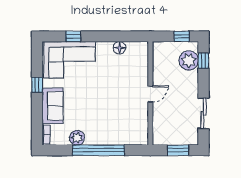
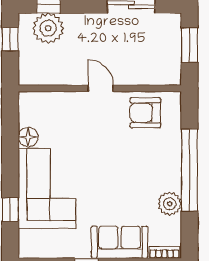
corner sofa: (70, 60) -> (47, 189), moved
armchair: (135, 122) -> (145, 113), added

